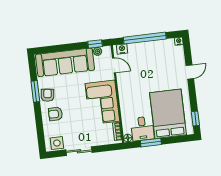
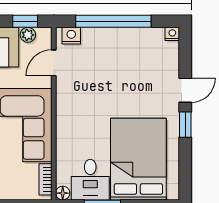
door: (114, 65) -> (54, 63), swing flipped
window: (195, 119) -> (185, 125), moved

